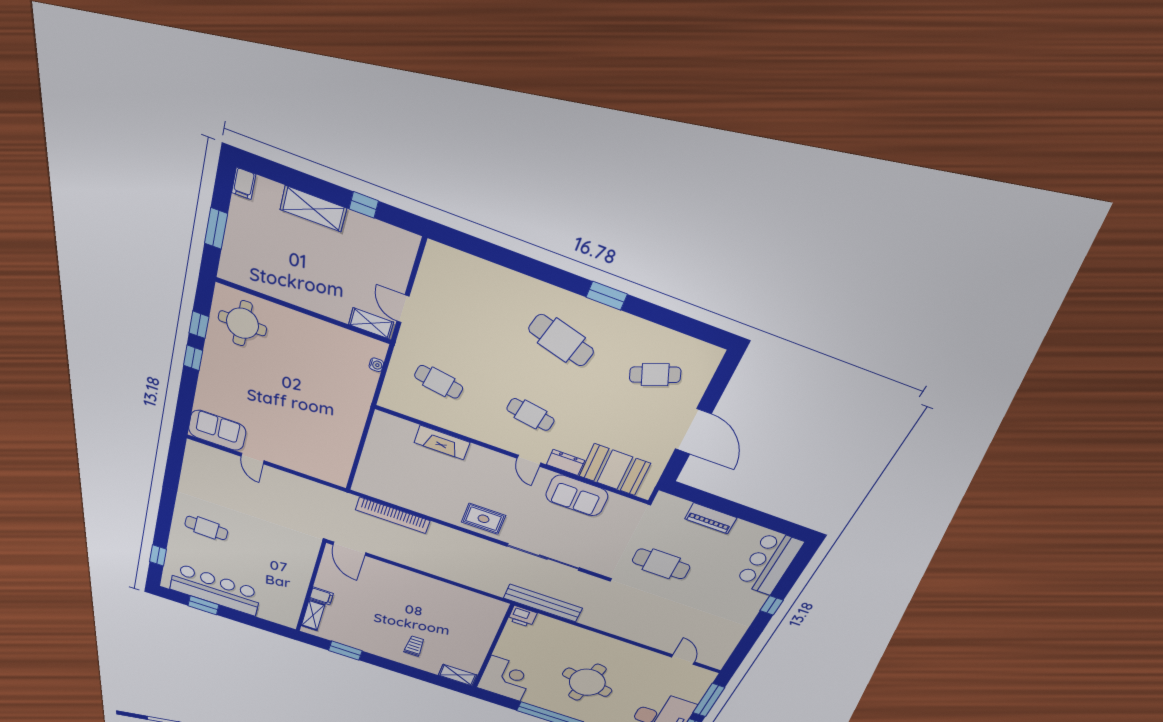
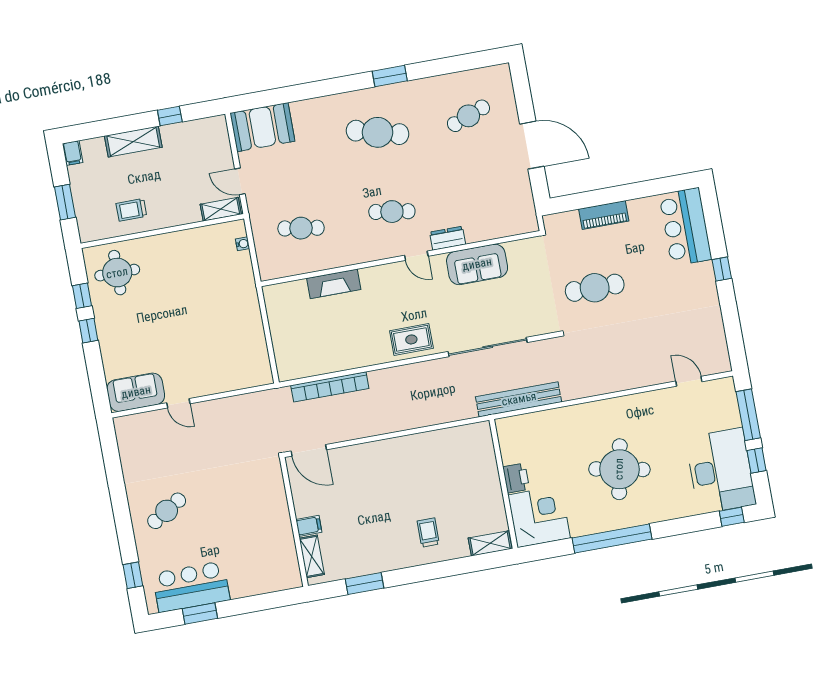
trolley: (282, 274) -> (131, 210), added
booth: (615, 470) -> (262, 127), moved
cafe table: (206, 528) -> (167, 511), turned -34
bar counter: (216, 590) -> (191, 587), width x0.73
printer: (522, 616) -> (516, 478), moved, turned -90

